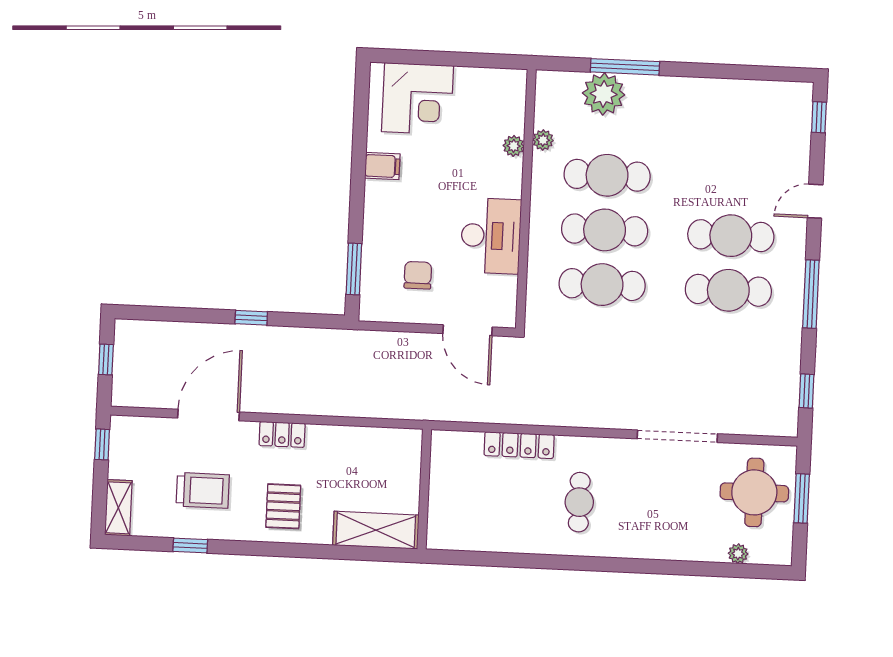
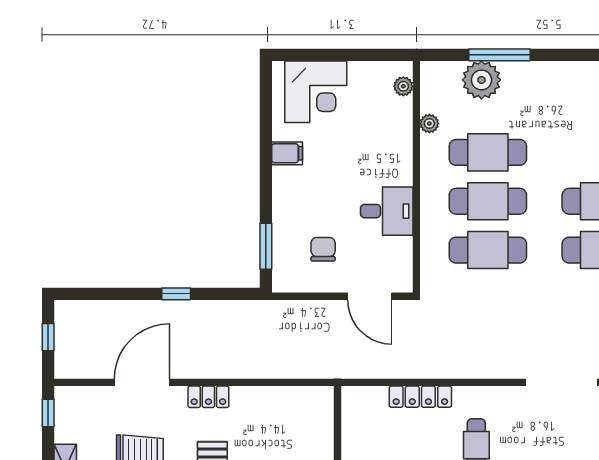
plant: (514, 146) -> (403, 86), moved
desk: (491, 236) -> (387, 211), width x0.73

